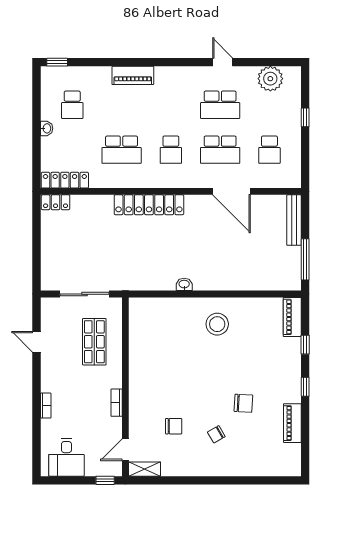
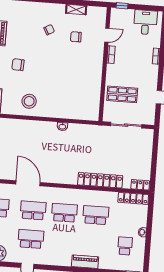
school desk: (171, 150) -> (64, 213), width x1.85
locker: (149, 205) -> (100, 180), moved
stool: (217, 324) -> (29, 101), moved
shop shelf: (94, 342) -> (122, 94), turned 90
chair: (243, 403) -> (18, 65), moved
door: (125, 450) -> (107, 35), moved
shelving: (145, 469) -> (76, 9), moved

